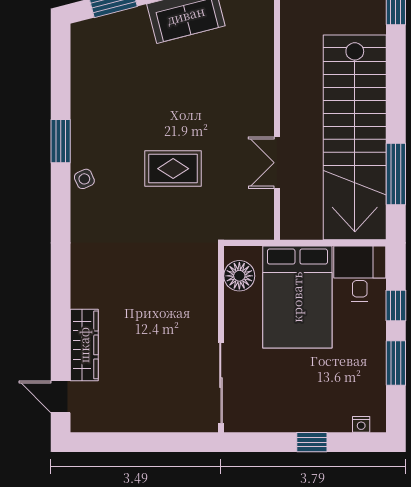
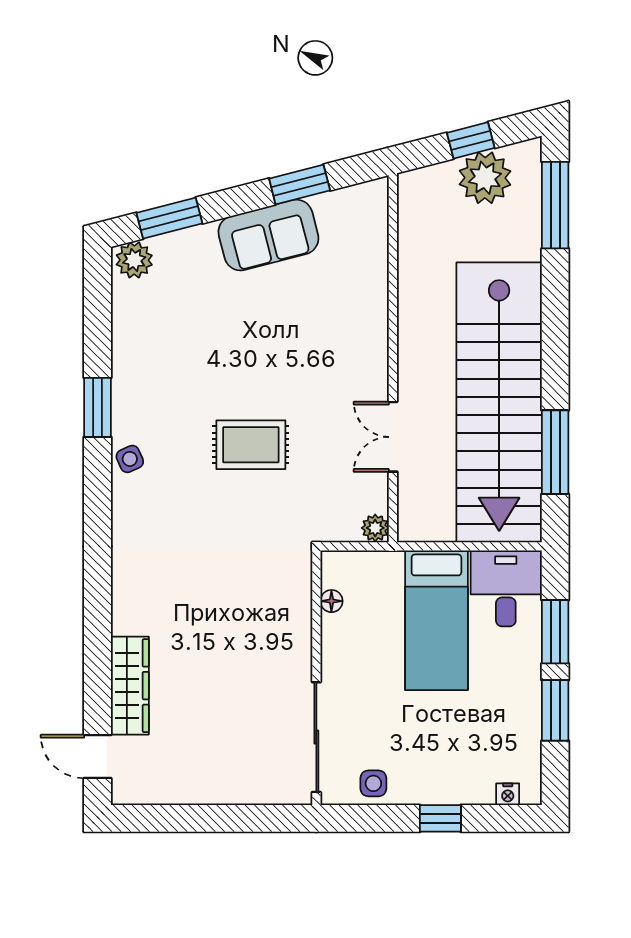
plant: (88, 33) -> (134, 260), added
plant: (264, 229) -> (375, 528), added
floor lamp: (239, 276) -> (331, 601), width x0.53, depth x0.53
bed: (297, 297) -> (436, 620), width x0.67
window: (396, 305) -> (555, 632), width x1.50
side table: (263, 417) -> (373, 783), added

